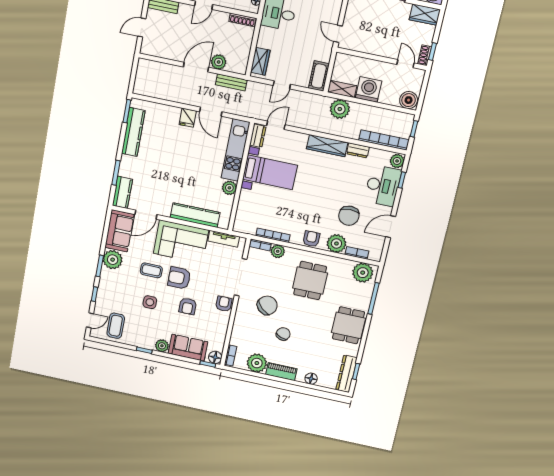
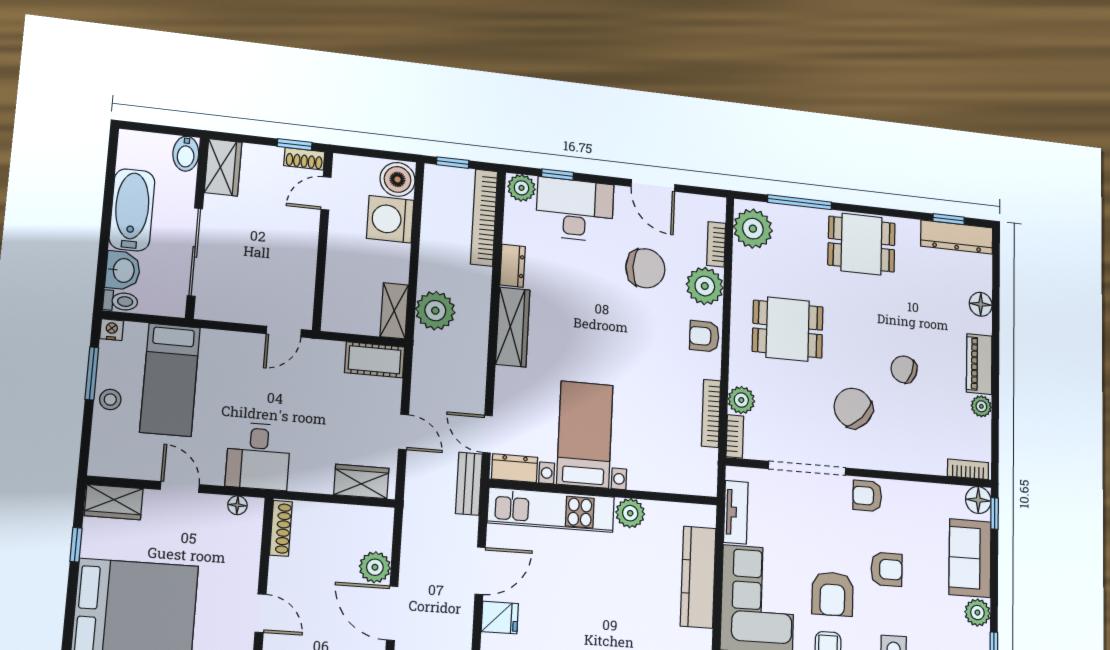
bench: (231, 82) -> (469, 484), moved
washing machine: (369, 89) -> (390, 219), moved
plant: (257, 363) -> (981, 406), width x0.53, depth x0.53

